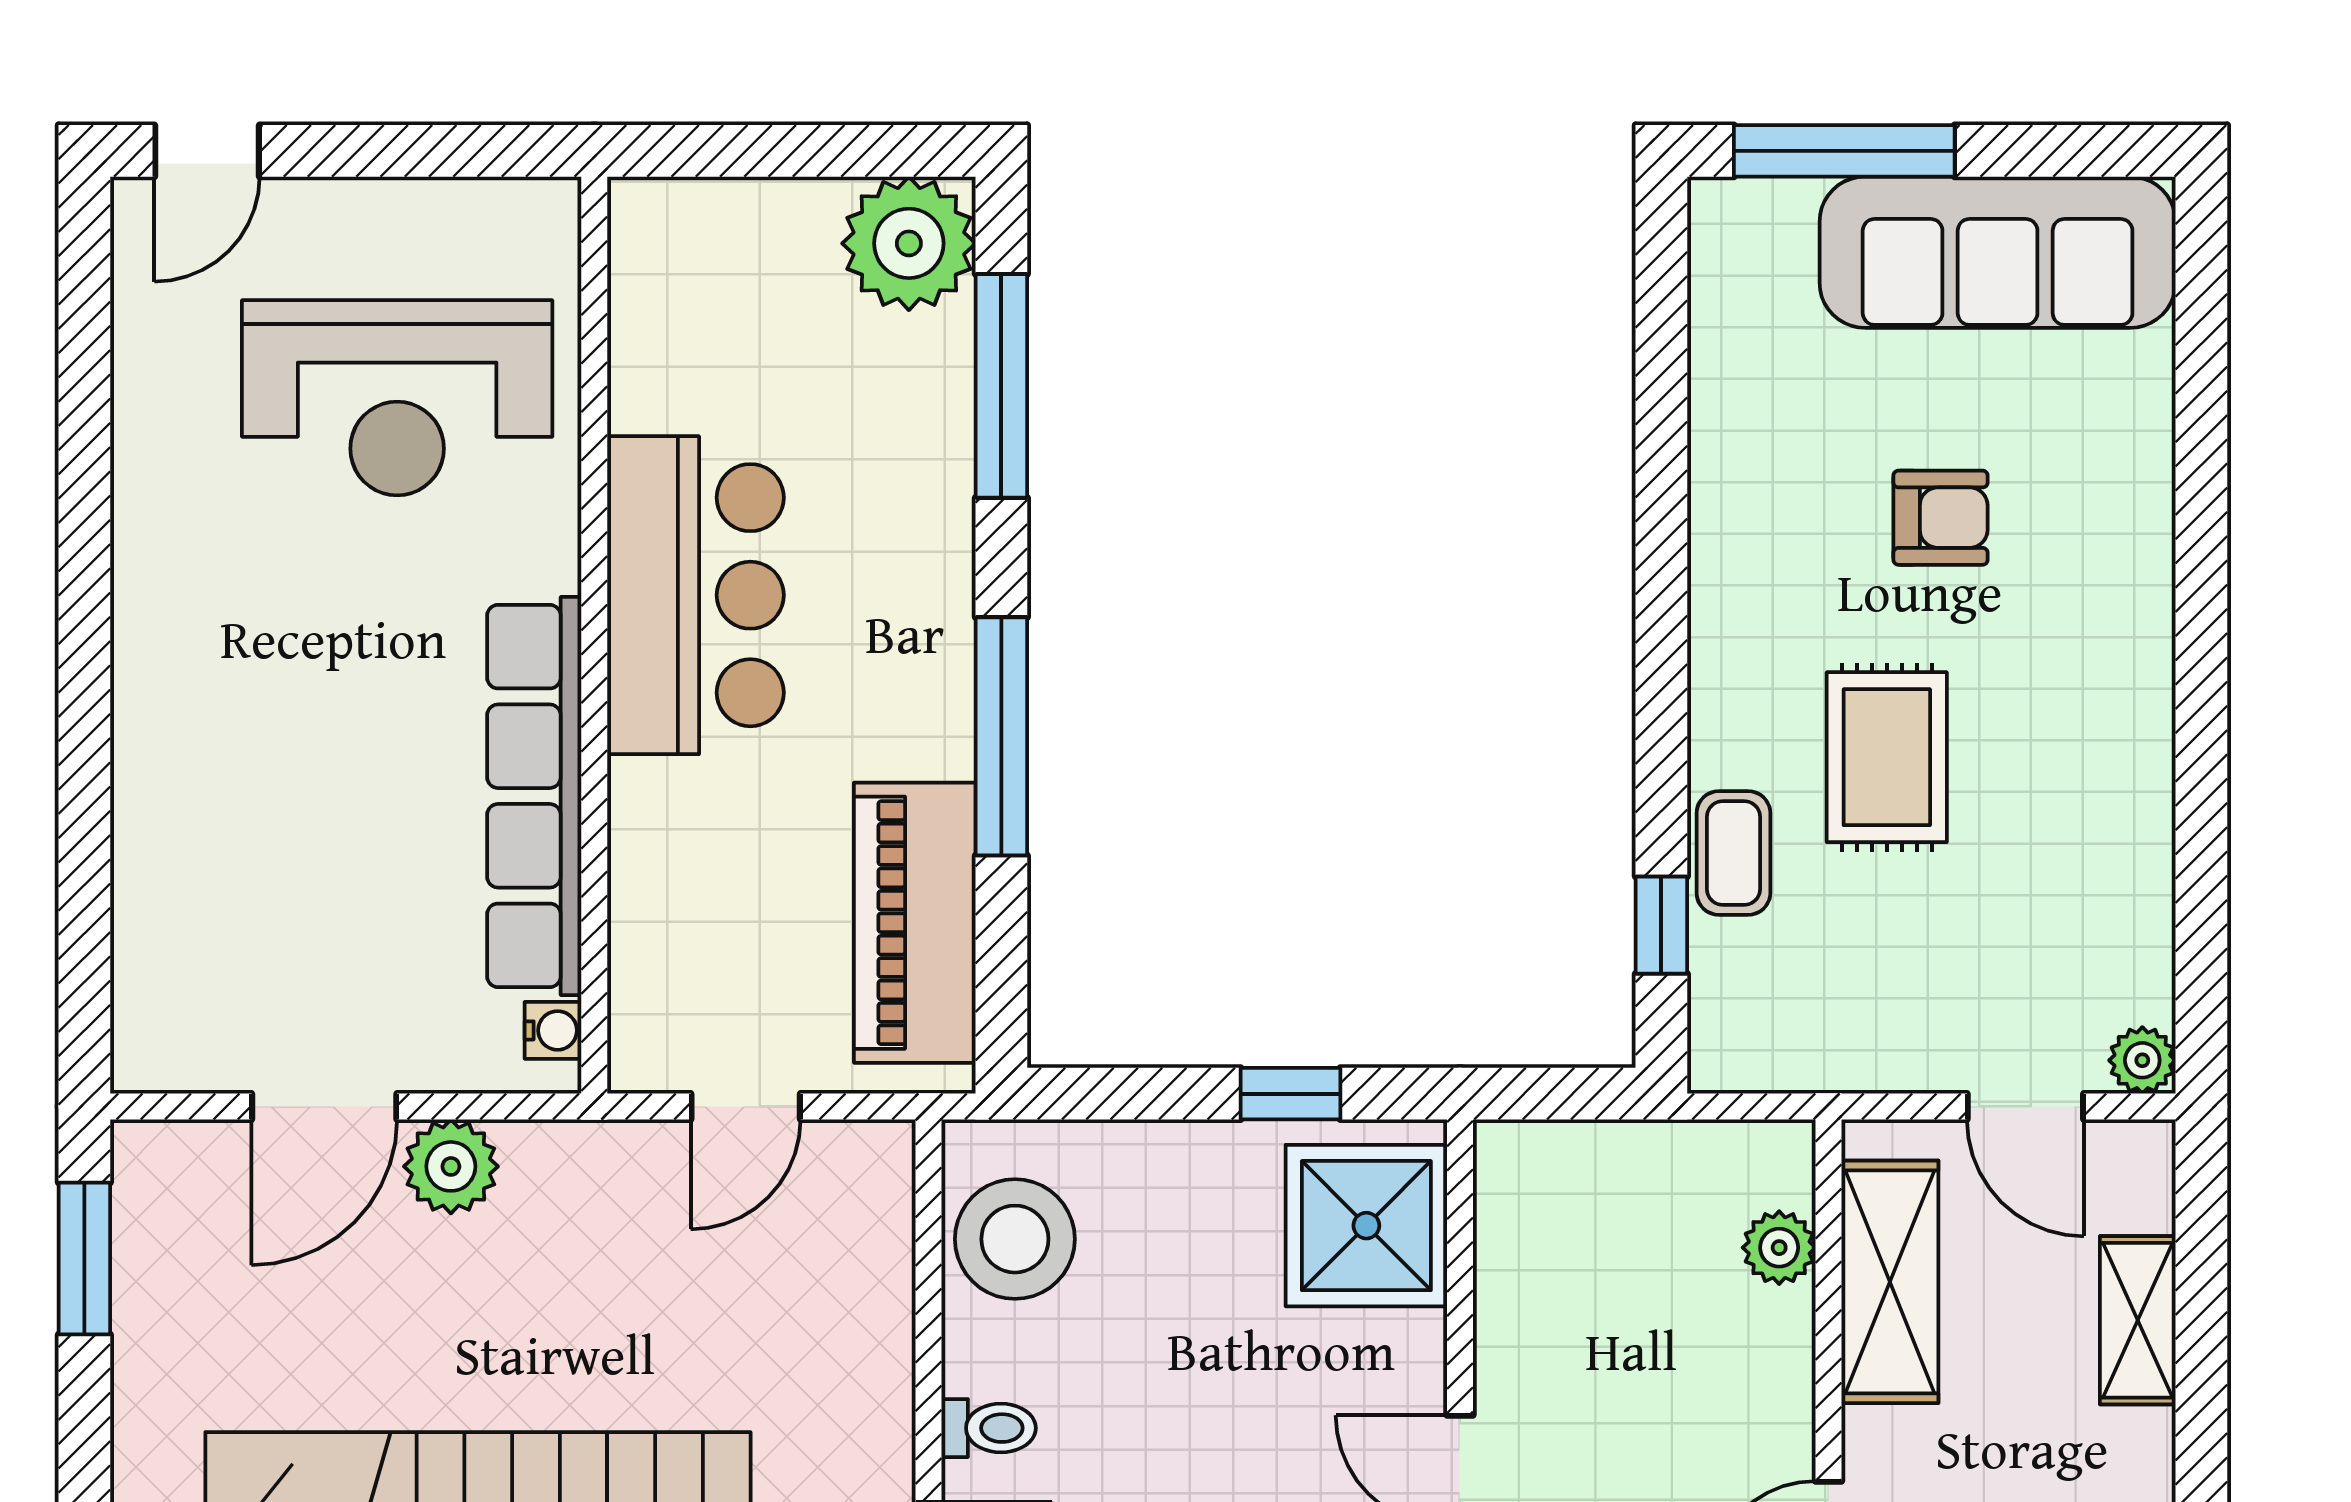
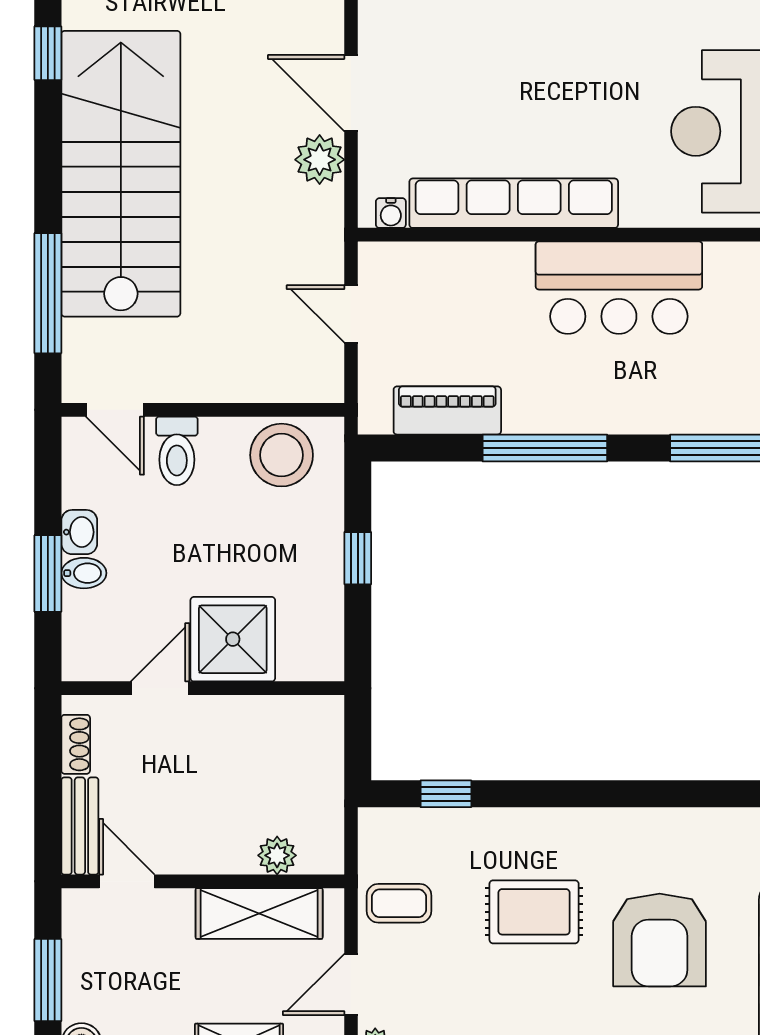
armchair: (1941, 518) -> (660, 940), width x1.88, depth x1.88
coffee table: (1733, 853) -> (399, 903), moved
piano: (915, 923) -> (447, 410), width x0.73, depth x0.75
window: (1291, 1094) -> (358, 558), moved
shower: (1366, 1226) -> (233, 639), moved
toilet: (989, 1428) -> (177, 451), width x1.37, depth x1.39

